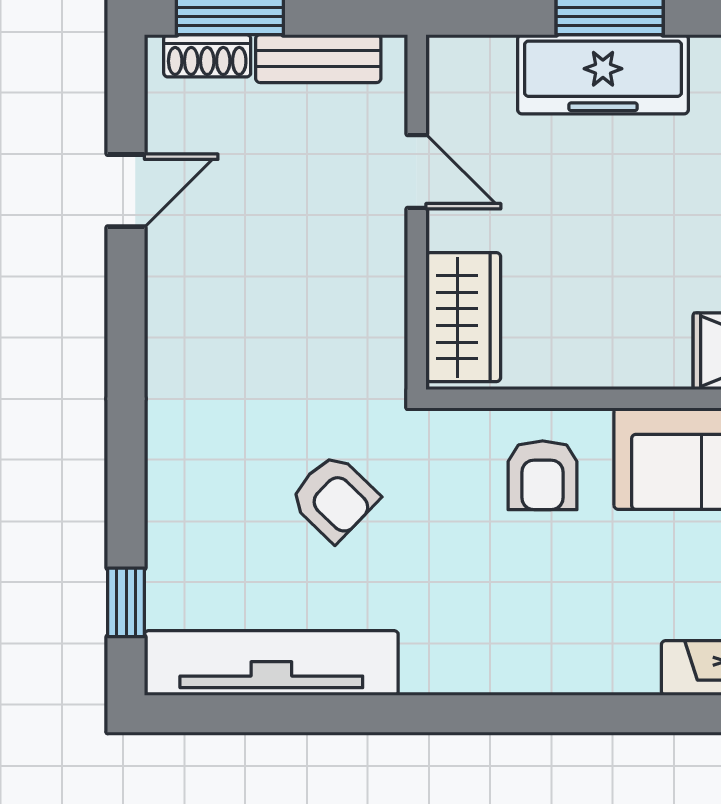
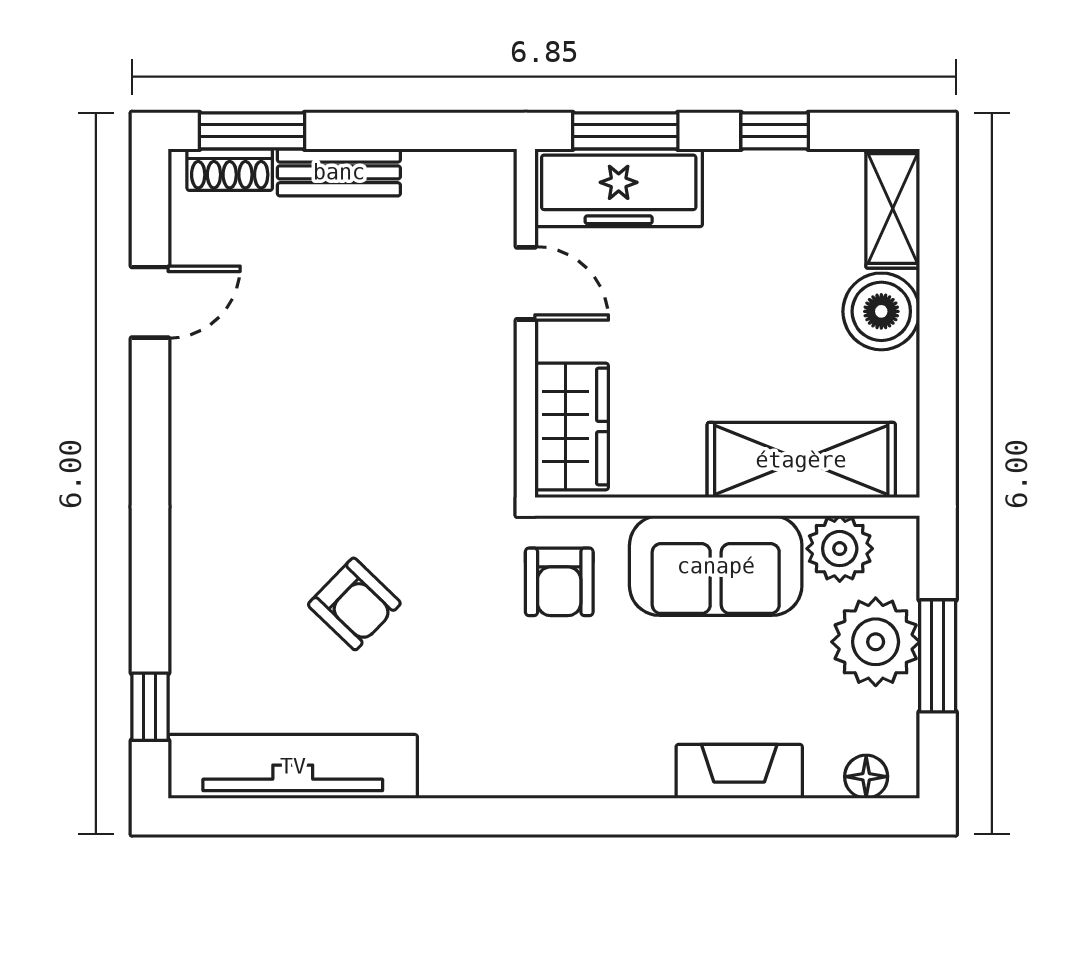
door: (417, 172) -> (526, 283), moved
wall: (417, 212) -> (526, 323), moved
wardrobe: (463, 317) -> (572, 427), moved

